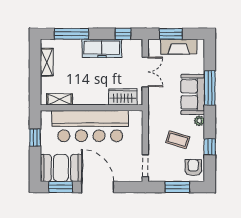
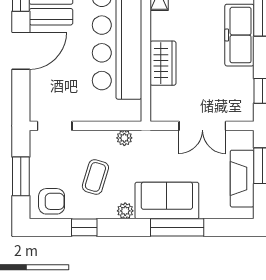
freezer: (102, 48) -> (239, 35), moved
wardrobe: (123, 97) -> (163, 63), moved
plant: (153, 121) -> (124, 138), added
door: (98, 187) -> (21, 51), width x0.73

